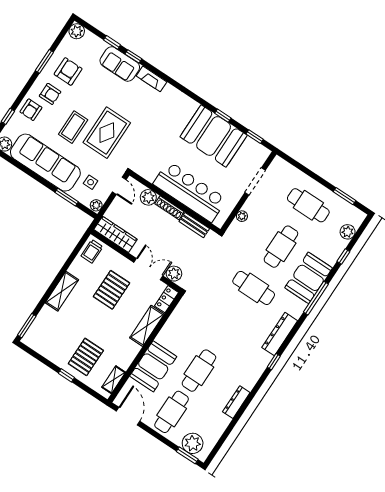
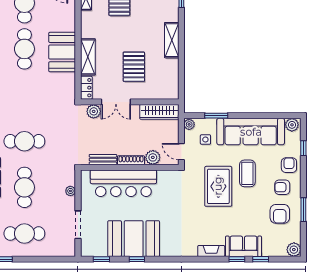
trolley: (92, 251) -> (169, 87), removed
booth: (153, 366) -> (62, 52), moved

